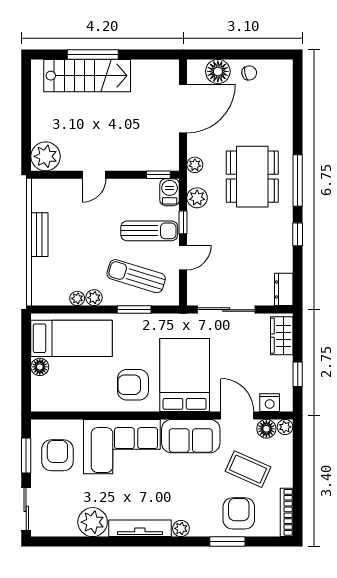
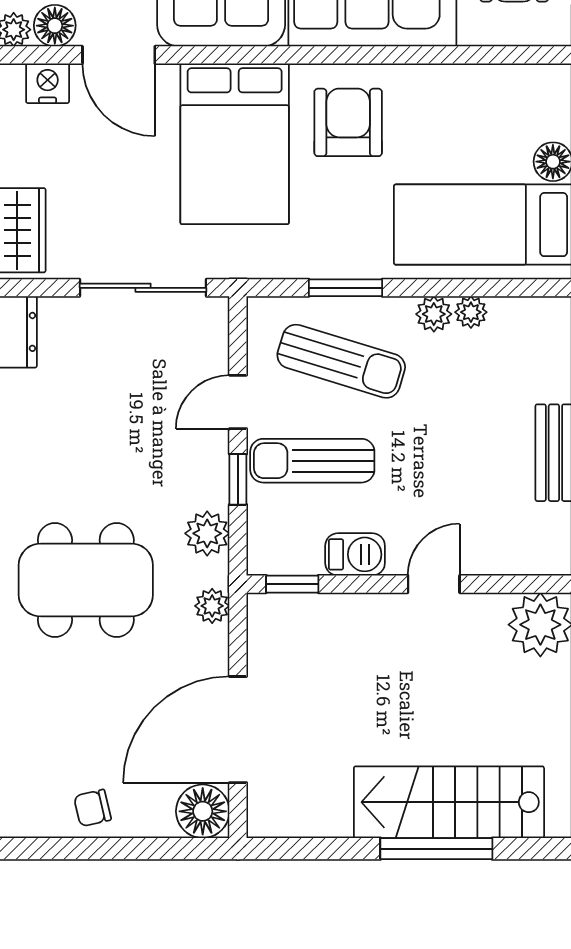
floor lamp: (218, 71) -> (203, 811), moved
dining table: (252, 177) -> (86, 580), turned 90
barbecue: (170, 192) -> (355, 554), moved, turned -90
armchair: (133, 385) -> (348, 122), turned -90

